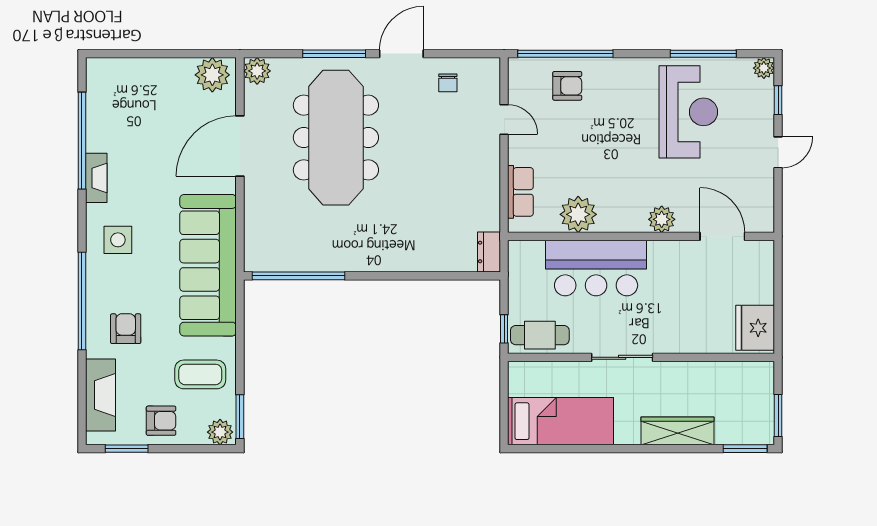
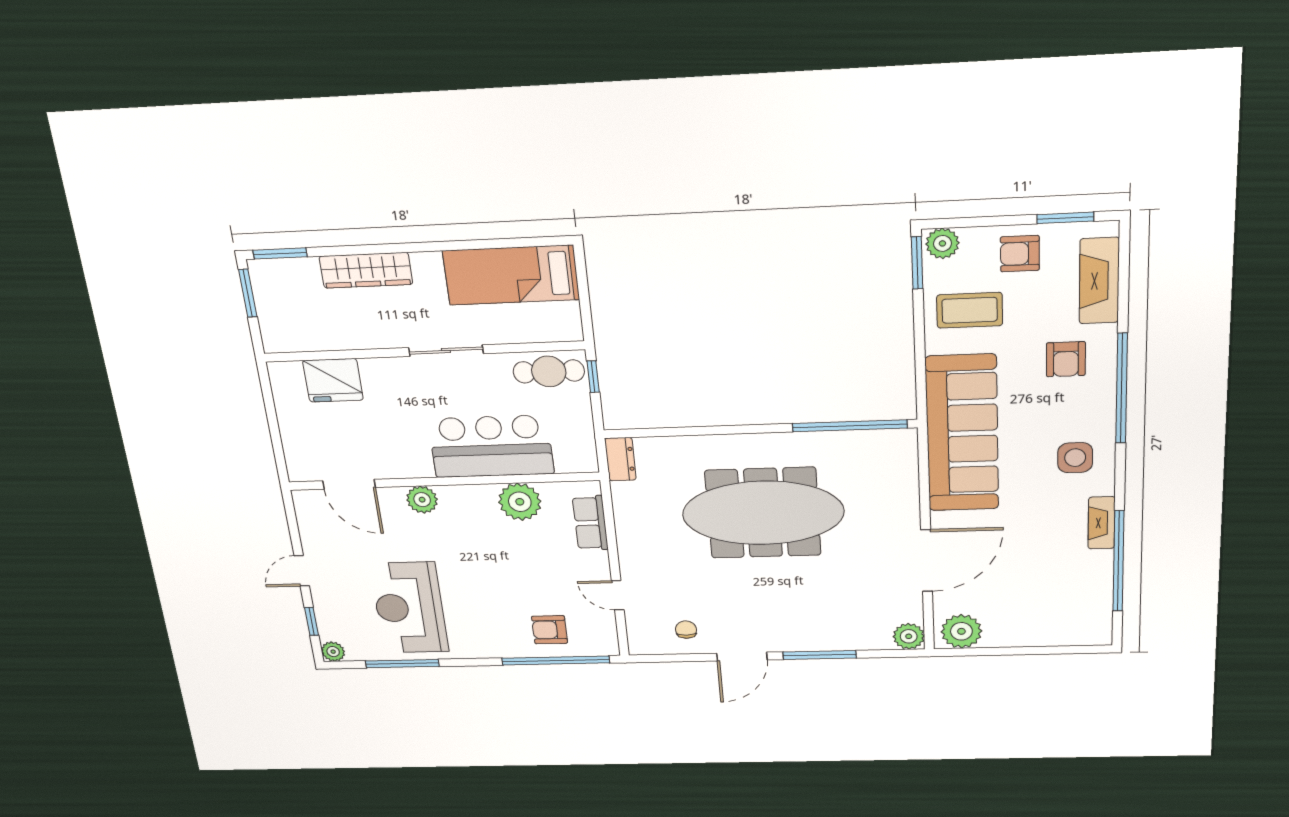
meeting table: (336, 138) -> (763, 513), moved, turned 90
fridge: (755, 328) -> (333, 380), moved, turned 90

